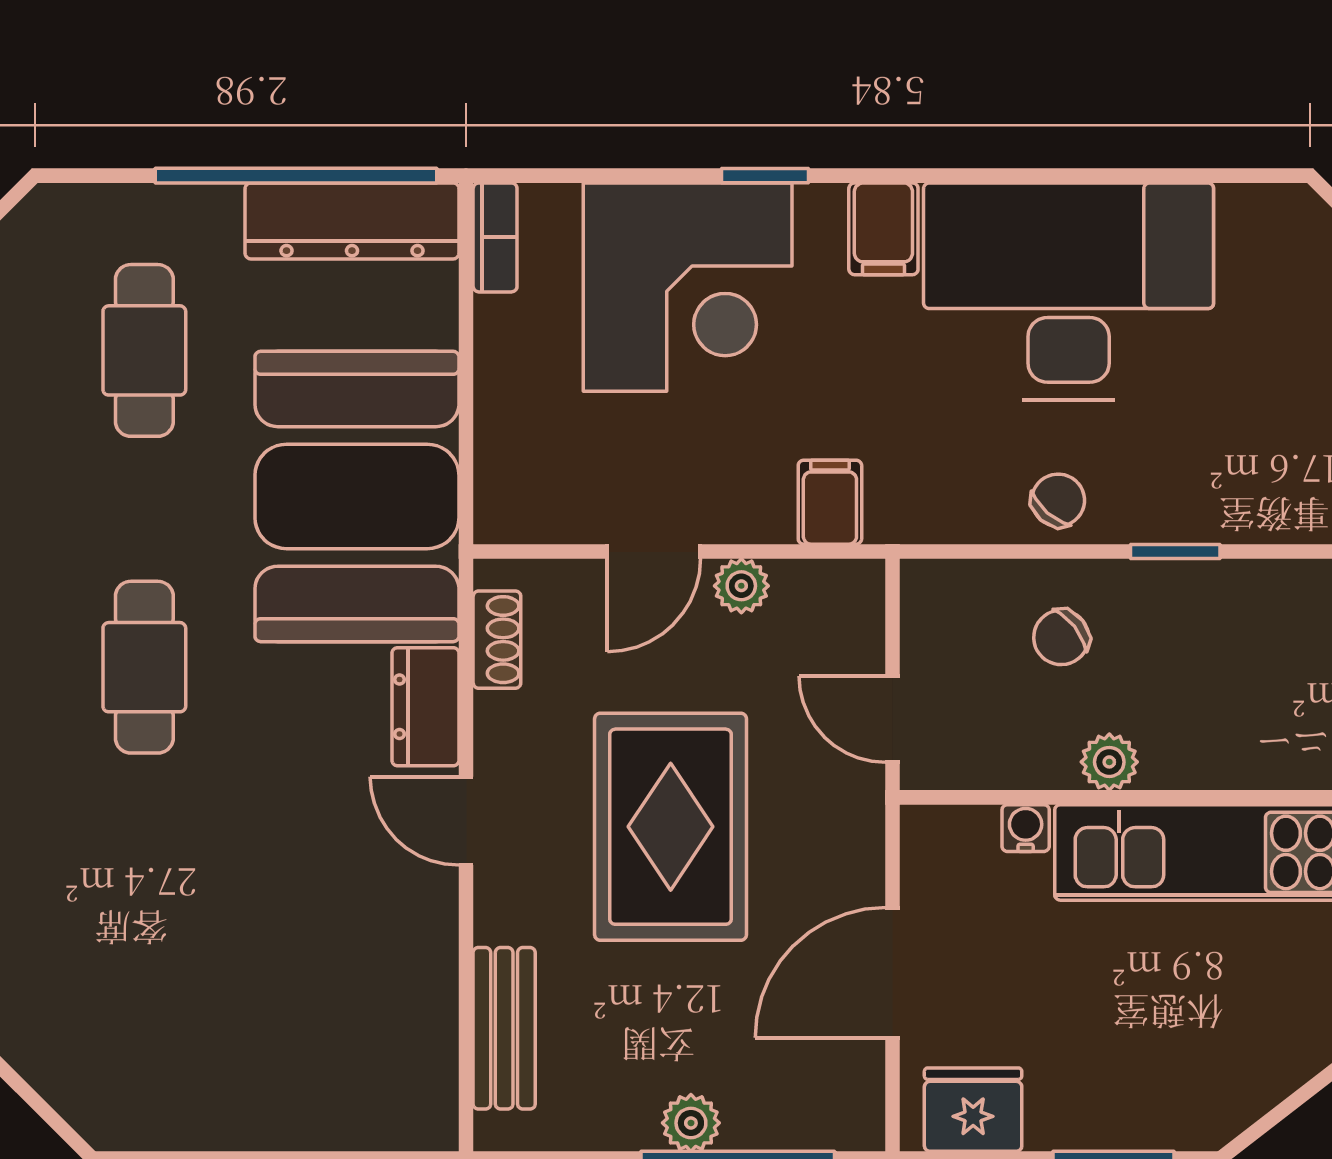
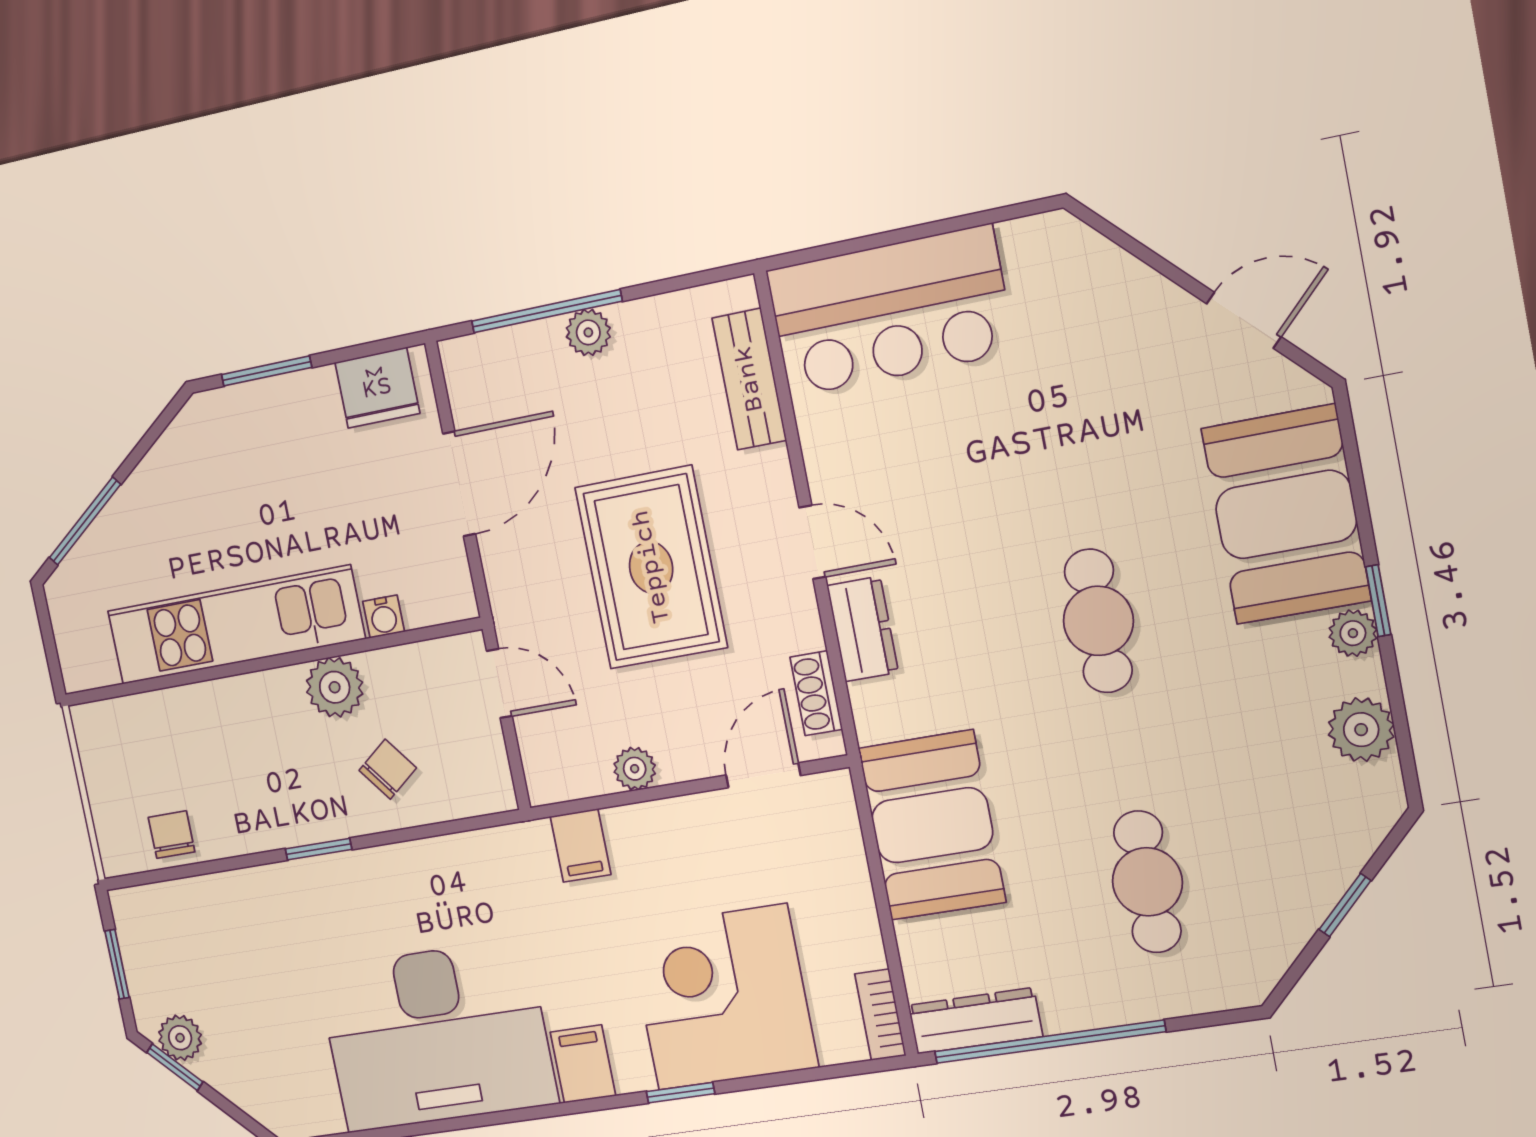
dresser: (352, 221) -> (975, 1021), width x0.73, depth x0.80
booth: (357, 496) -> (932, 825), width x0.73, depth x0.70
chair: (1058, 500) -> (411, 875), removed
door: (654, 552) -> (763, 775), moved
plant: (1109, 762) -> (335, 687), width x1.38, depth x1.38
bar counter: (320, 1074) -> (890, 311), added

